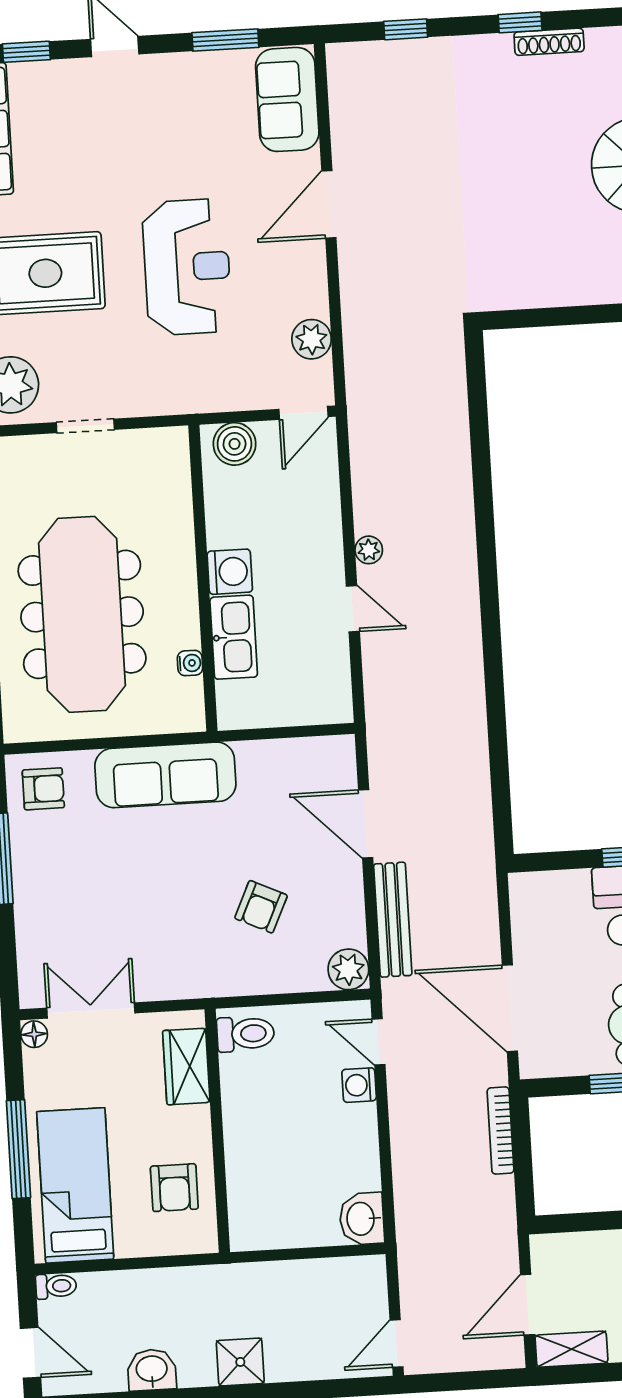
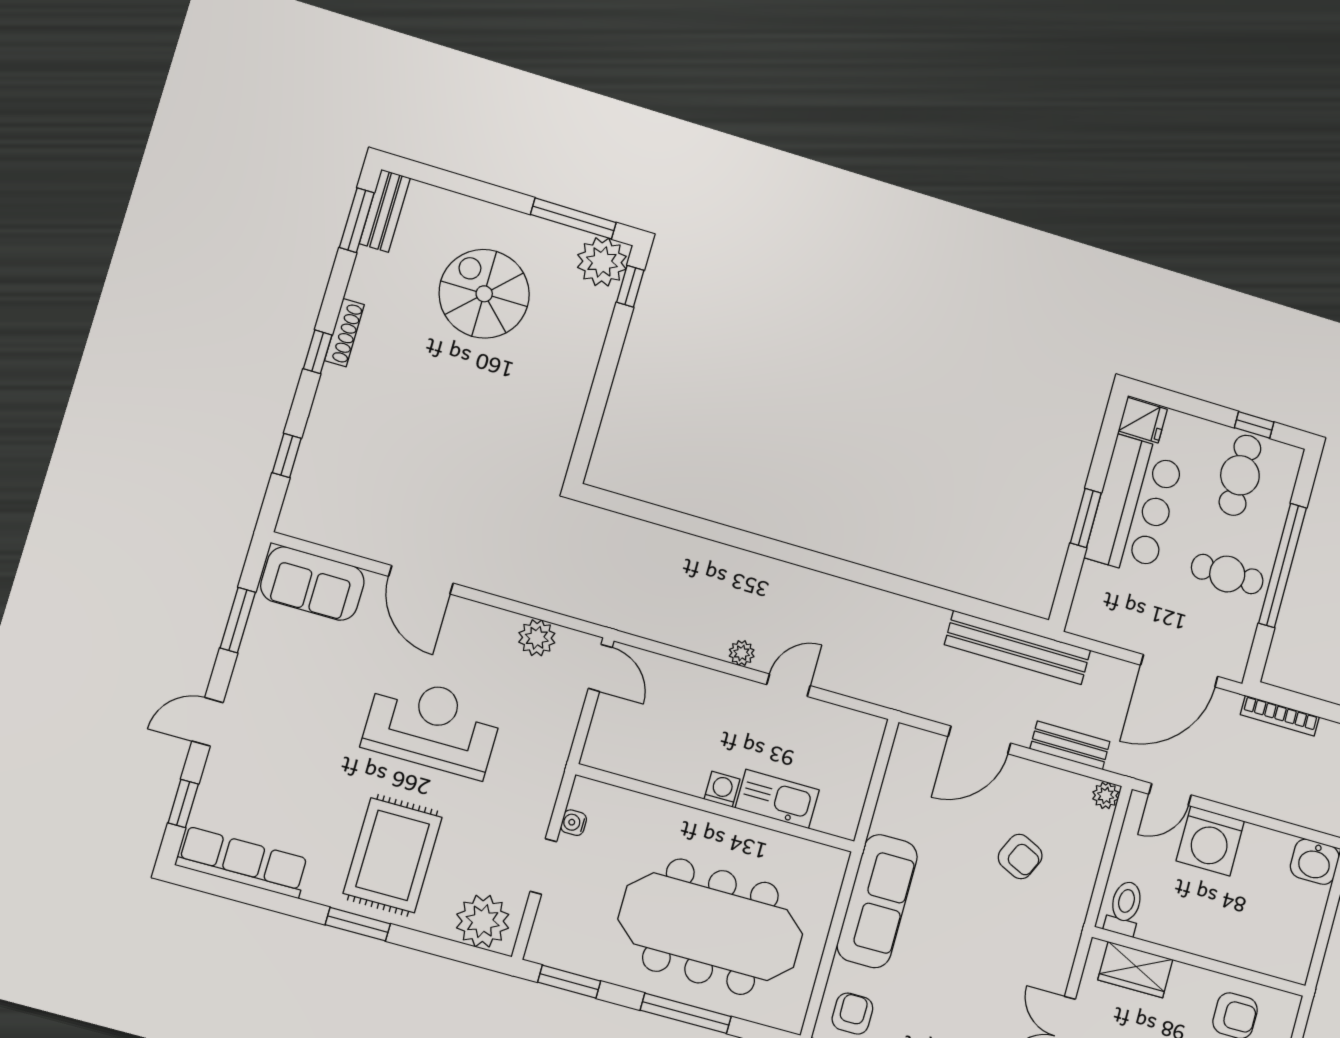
boiler: (235, 444) -> (606, 739), removed
washing machine: (230, 572) -> (722, 789), width x0.73, depth x0.73
water cooler: (190, 663) -> (574, 823), moved, turned -90
bench: (474, 831) -> (1018, 647), added
bench: (393, 920) -> (1070, 745), width x0.73
plant: (348, 969) -> (1106, 795), width x0.73, depth x0.73
washing machine: (359, 1085) -> (1210, 841), width x1.89, depth x1.89

